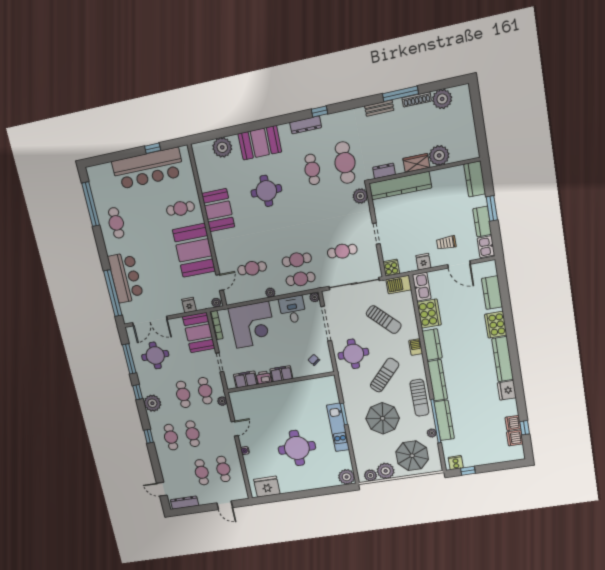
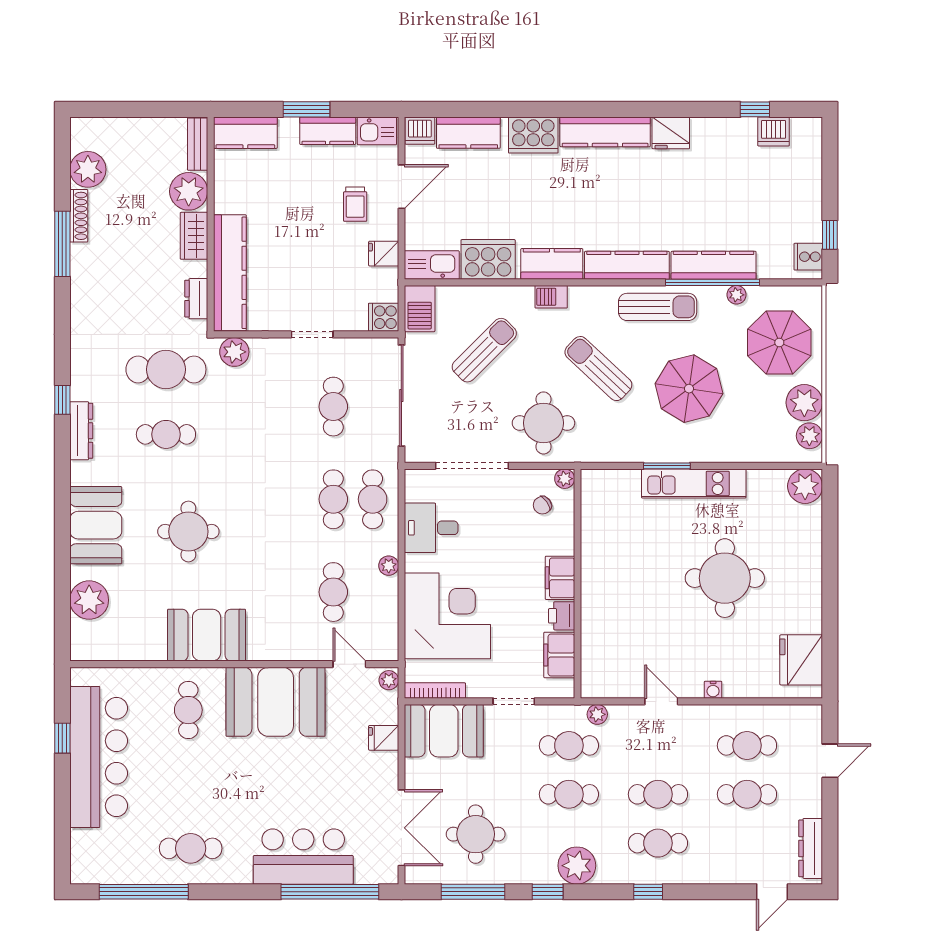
bench: (379, 108) -> (198, 144), moved
plant: (315, 297) -> (565, 479), moved
dishwasher: (513, 423) -> (420, 131), moved

